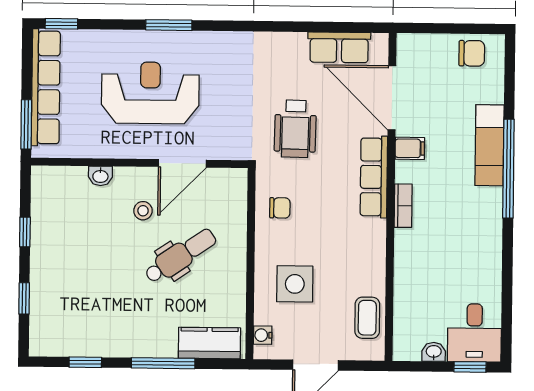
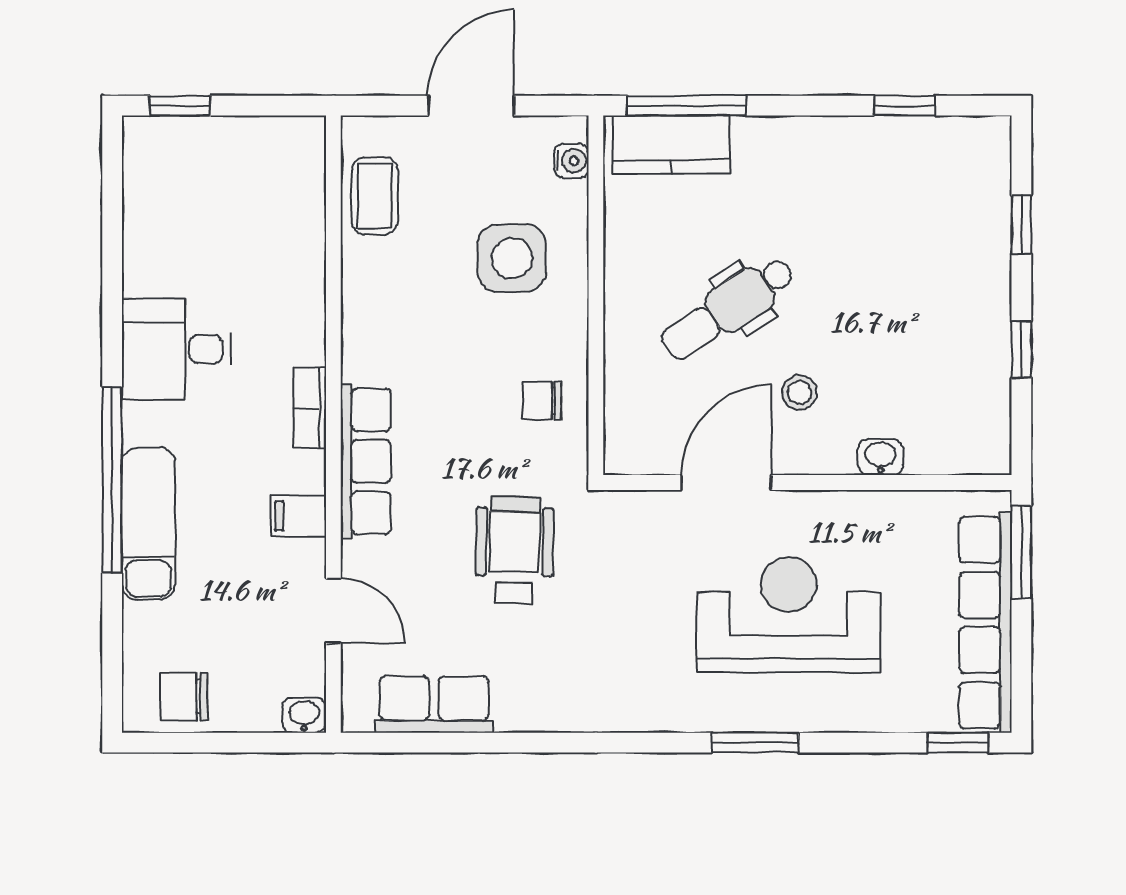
reception desk: (150, 93) -> (788, 615), turned 180
door: (392, 98) -> (333, 611), width x0.53
desk: (474, 333) -> (176, 349), moved, turned -90
washbasin: (434, 352) -> (304, 715), moved, turned 180
window: (163, 363) -> (687, 106), moved

